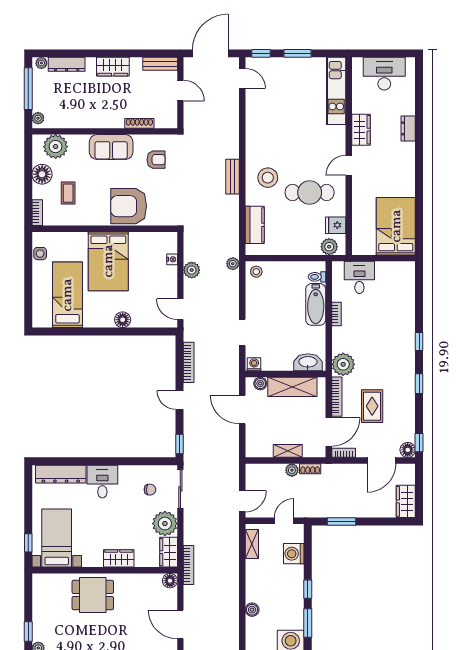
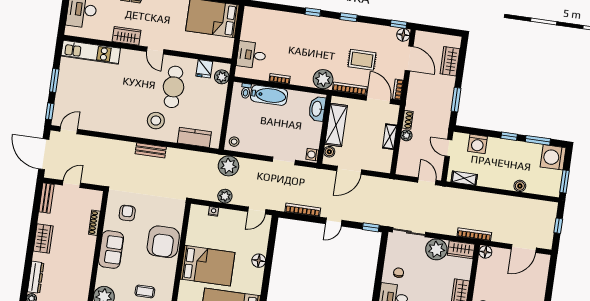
plant: (233, 264) -> (228, 166), width x1.87, depth x1.87
chair: (150, 490) -> (399, 273), moved
wardrobe: (406, 501) -> (450, 61), moved, turned 90

